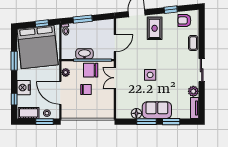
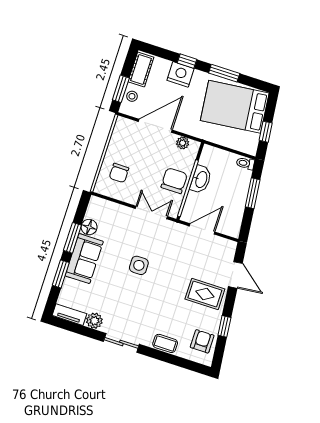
door: (115, 43) -> (202, 229), swing flipped
bed: (38, 47) -> (235, 107), width x0.73
chair: (86, 90) -> (119, 173), moved
window: (14, 99) -> (187, 61), moved

